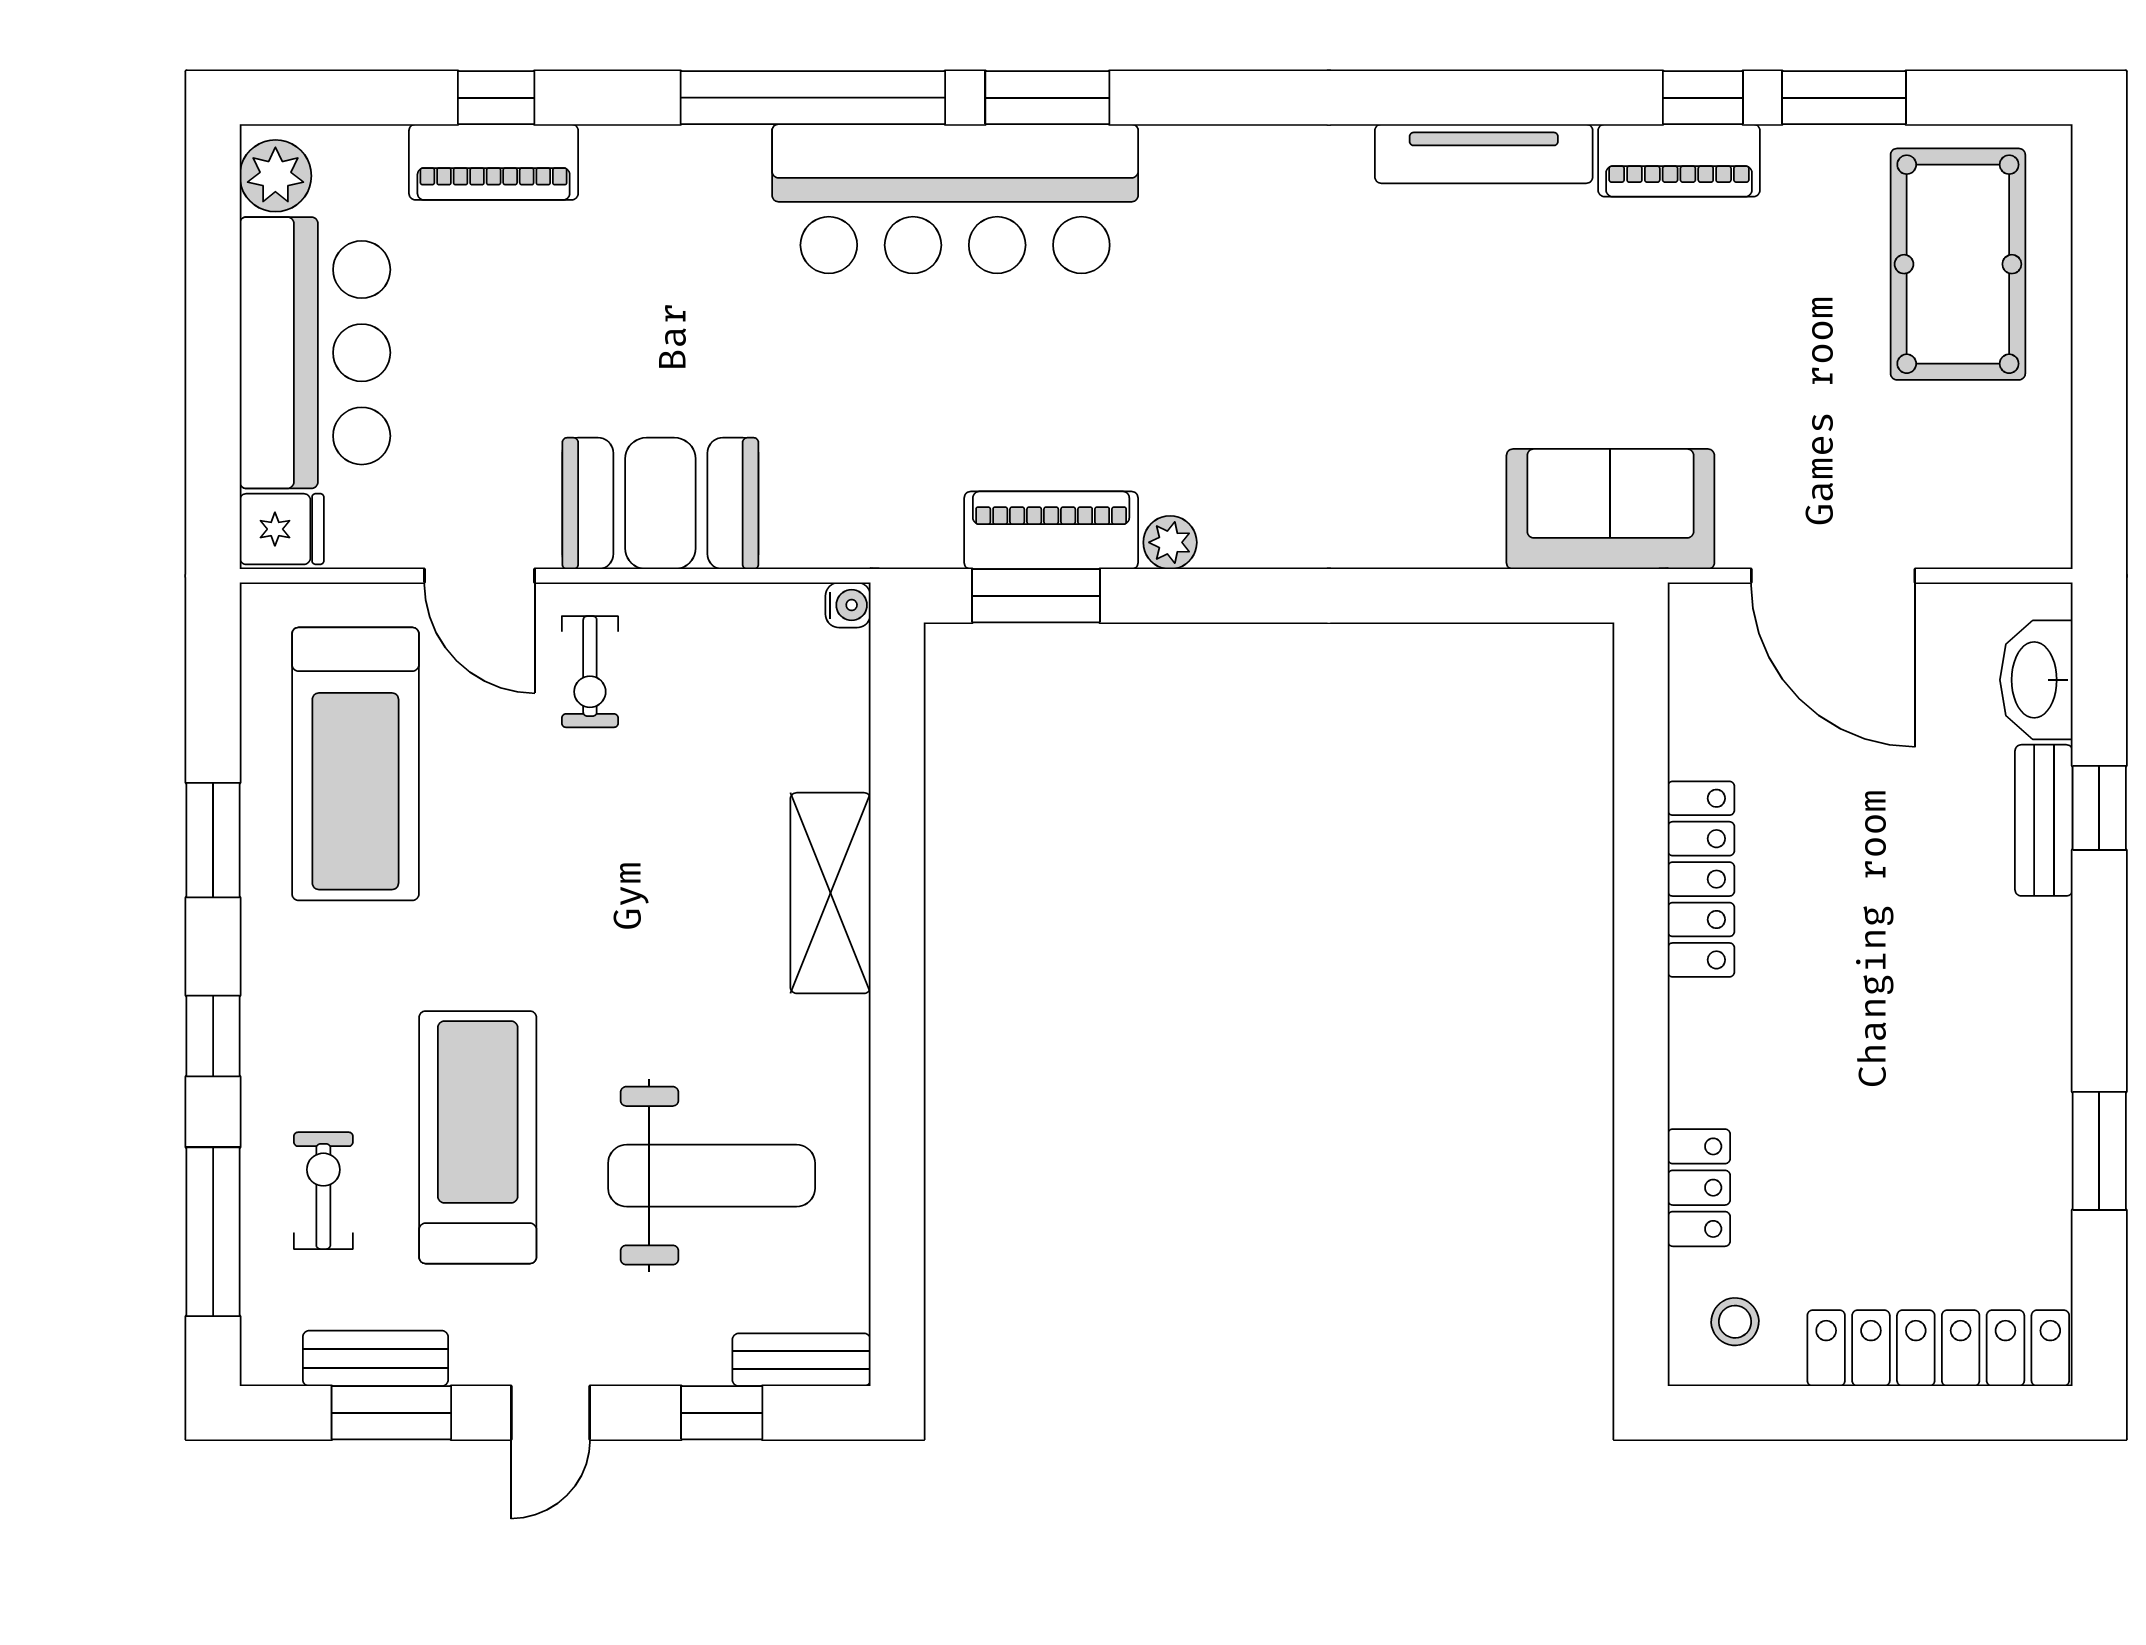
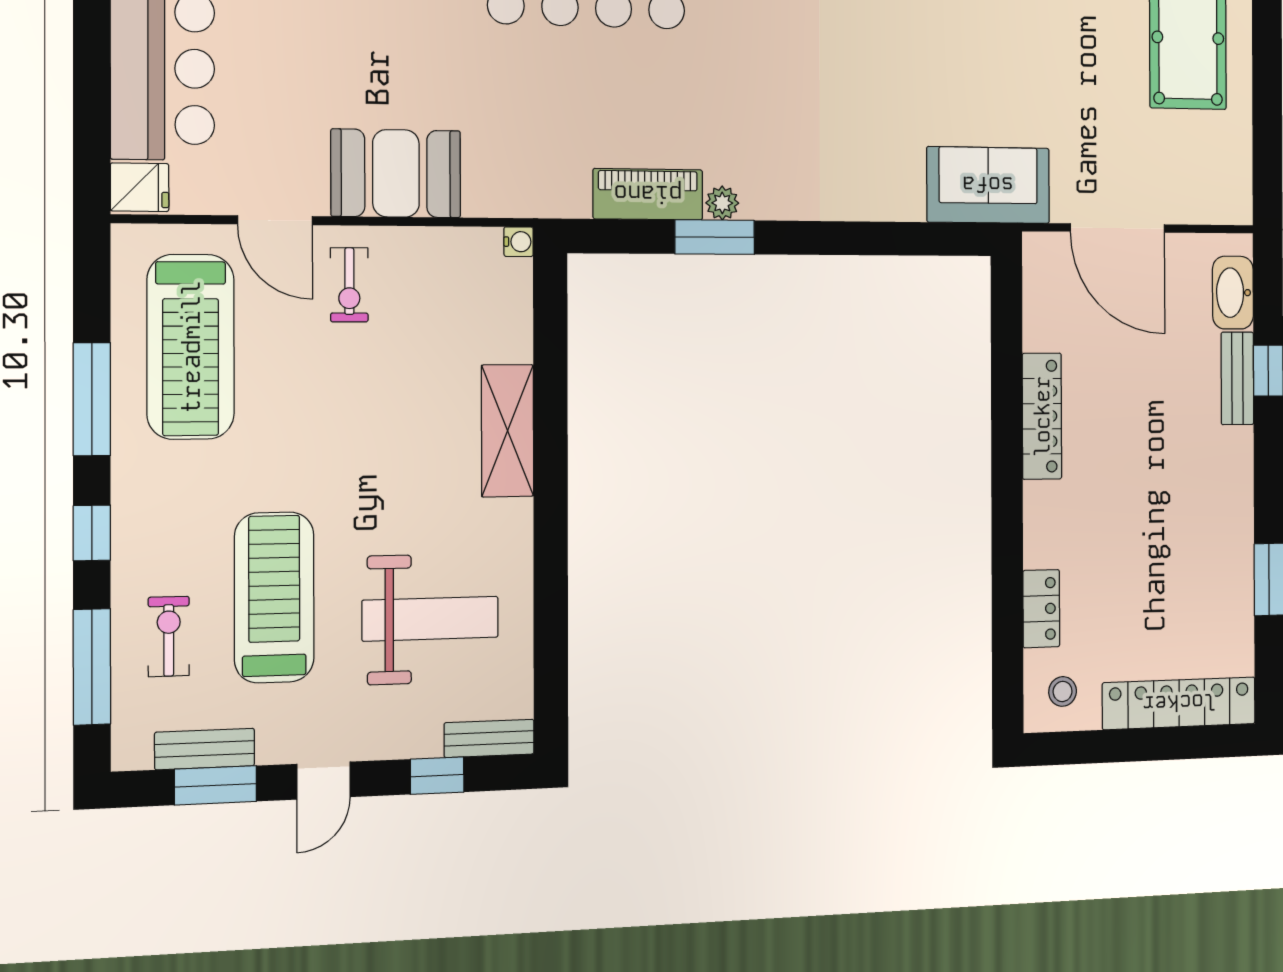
window: (1036, 596) -> (715, 237), moved
window: (213, 840) -> (92, 399), width x1.44

